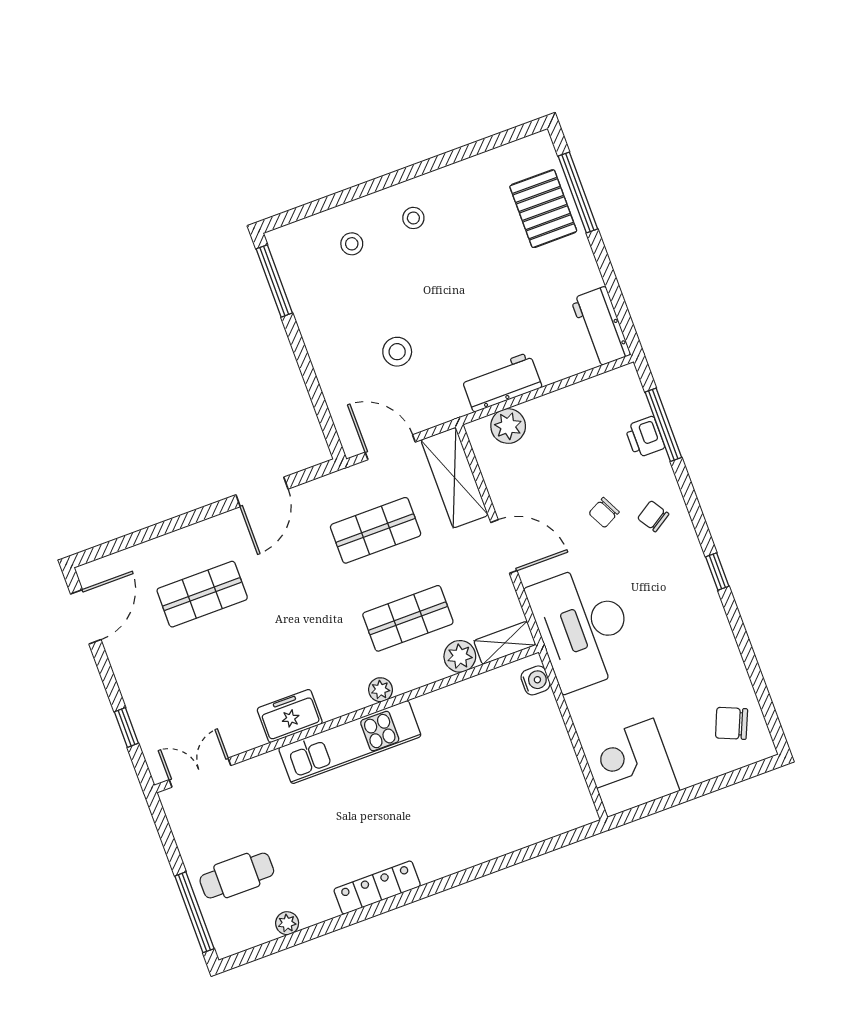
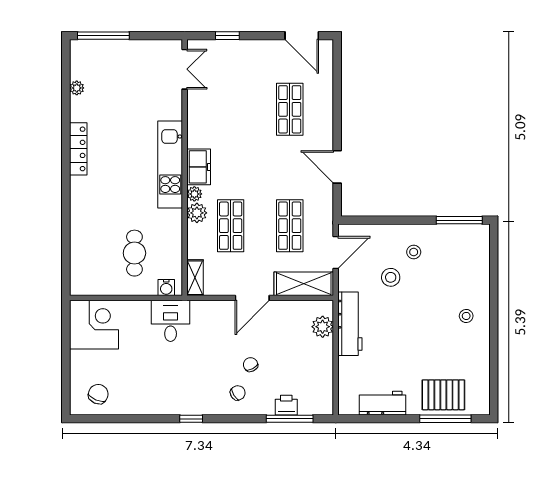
stool: (352, 244) -> (414, 252), moved
workbench: (601, 327) -> (382, 403), moved
workbench: (502, 382) -> (350, 324), width x1.38
desk: (583, 627) -> (171, 321), width x0.53, depth x0.77
plant: (460, 656) -> (197, 213), moved
freezer: (290, 716) -> (199, 167), moved
cafe table: (237, 876) -> (134, 253), moved

